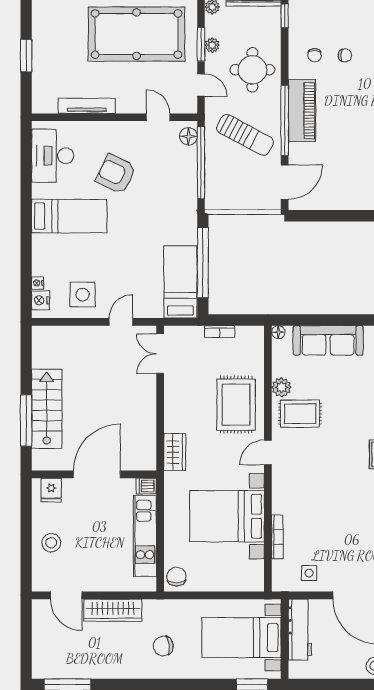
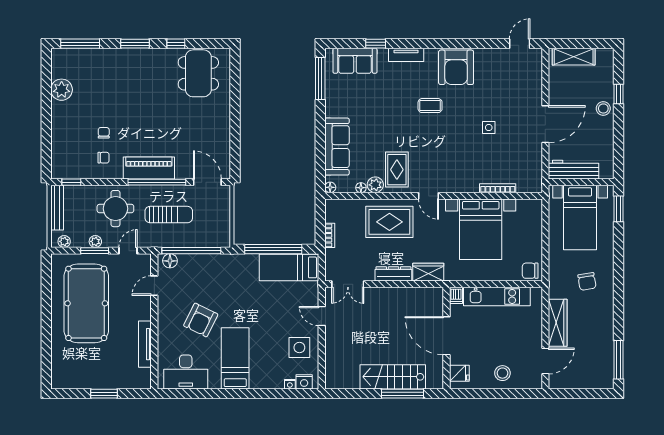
sun lounger: (245, 135) -> (169, 215), turned 62
floor lamp: (278, 370) -> (361, 188), added
dresser: (173, 410) -> (393, 274), added
side table: (309, 573) -> (489, 128), moved

